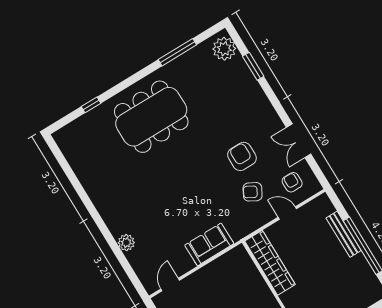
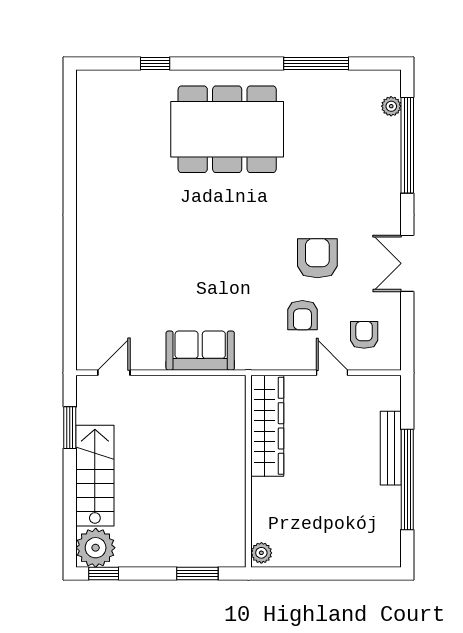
plant: (224, 49) -> (391, 106), width x0.53, depth x0.53
window: (253, 66) -> (407, 145), width x2.11
double door: (299, 141) -> (407, 263), moved
armchair: (253, 192) -> (302, 315), turned -119
plant: (126, 243) -> (89, 279), removed

